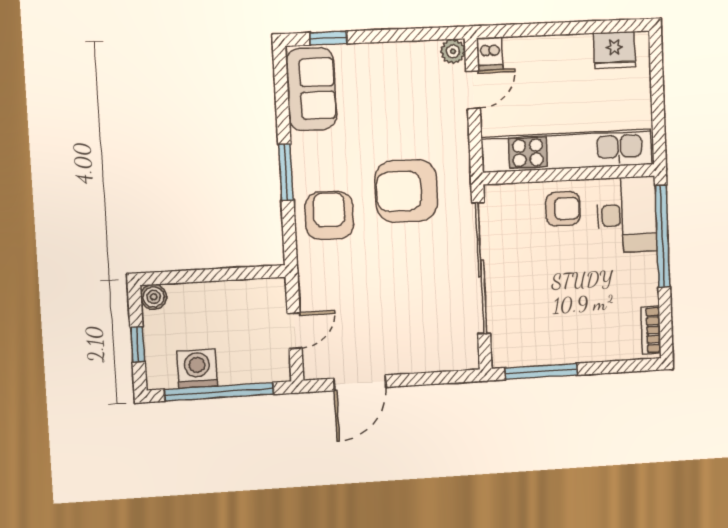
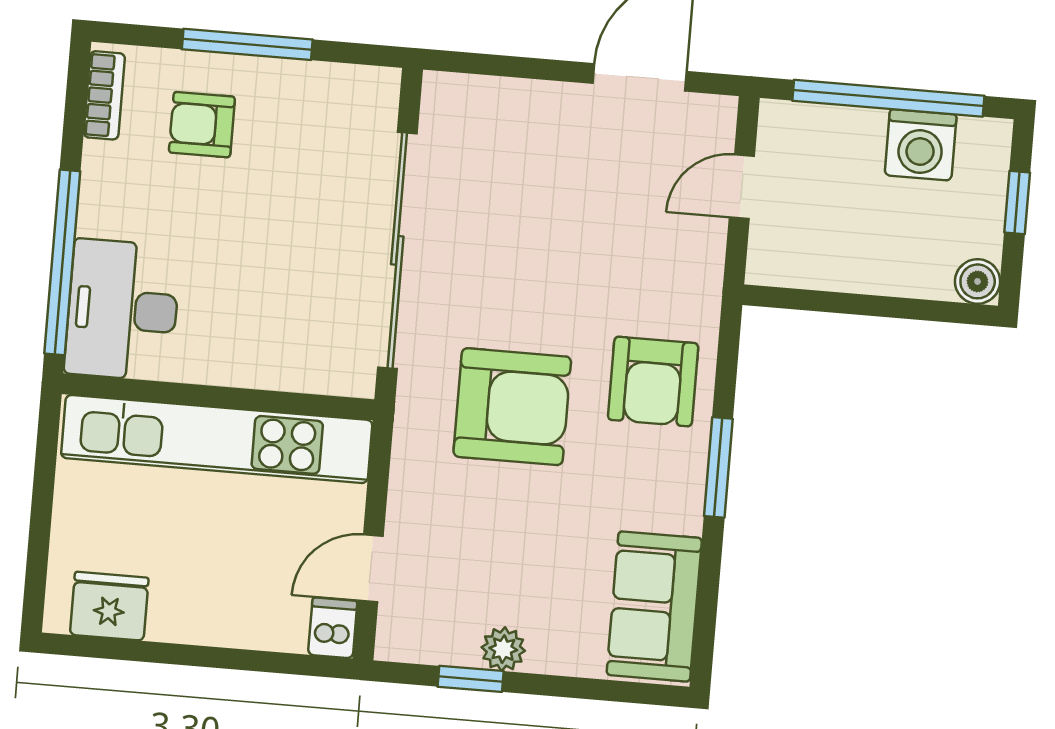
window: (328, 38) -> (471, 679), moved
plant: (453, 51) -> (503, 649), moved
armchair: (563, 209) -> (202, 125), moved
window: (541, 371) -> (247, 44), moved

